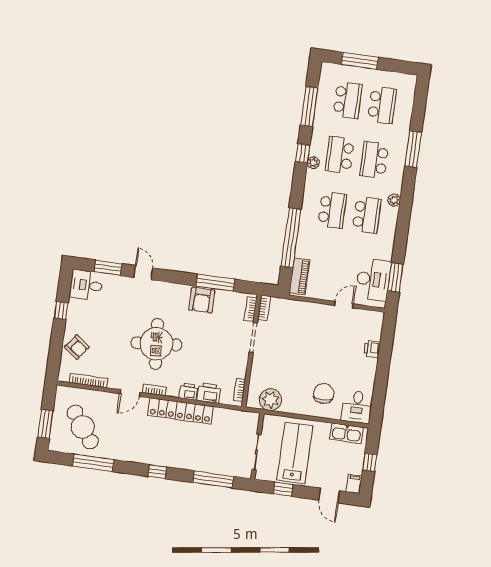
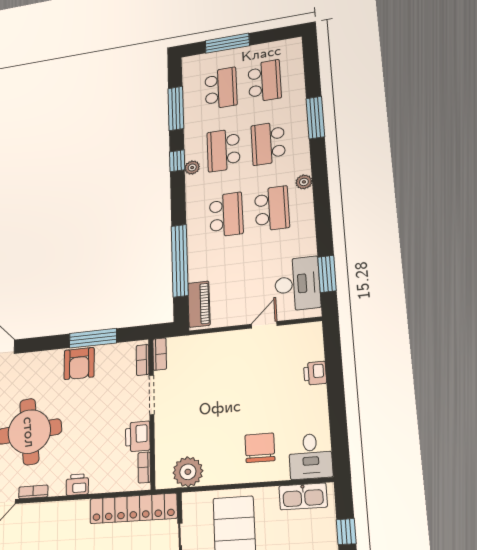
printer: (209, 393) -> (138, 436), moved, turned -90
locker: (180, 411) -> (133, 508), moved

